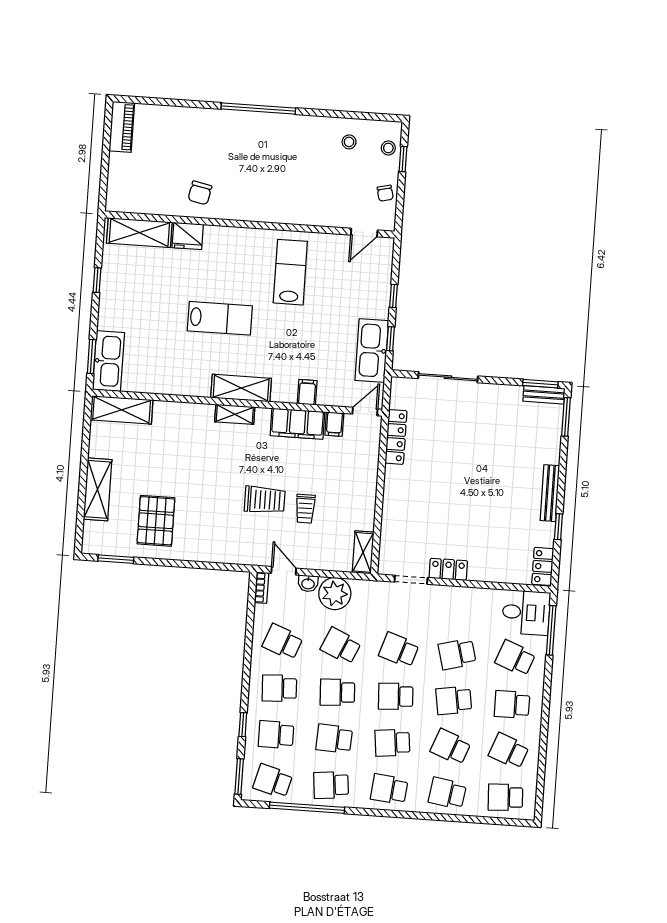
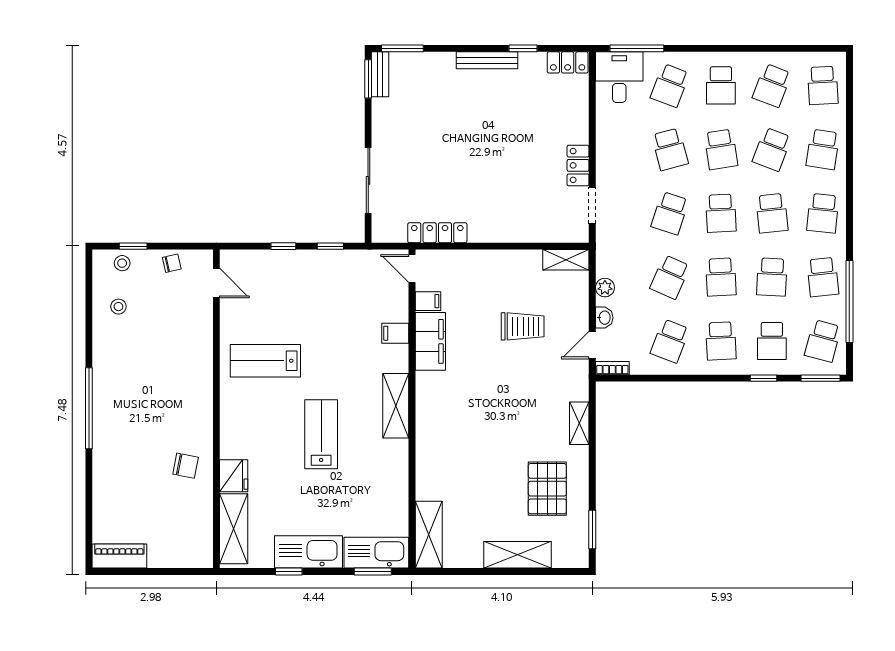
kitchen sink: (372, 350) -> (309, 552), moved, turned 180
shelving: (235, 414) -> (579, 423), moved
trolley: (265, 500) -> (516, 371), removed
trolley: (305, 509) -> (523, 326), width x1.36, depth x1.39
pallet: (156, 521) -> (547, 489), turned 90
plant: (335, 594) -> (605, 288), width x0.53, depth x0.53

